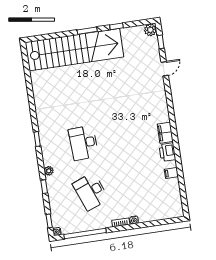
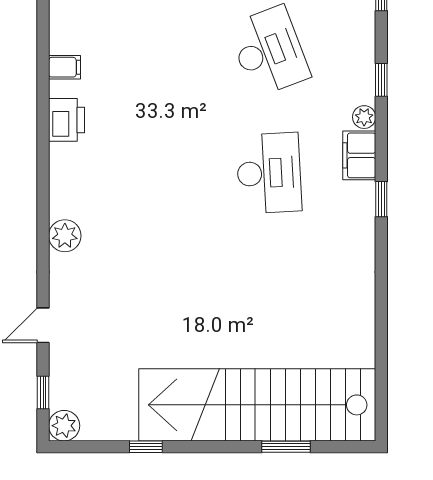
window: (87, 31) -> (286, 447), moved
plant: (161, 106) -> (65, 236), added
filing cabinet: (165, 133) -> (359, 155), moved, turned 180

